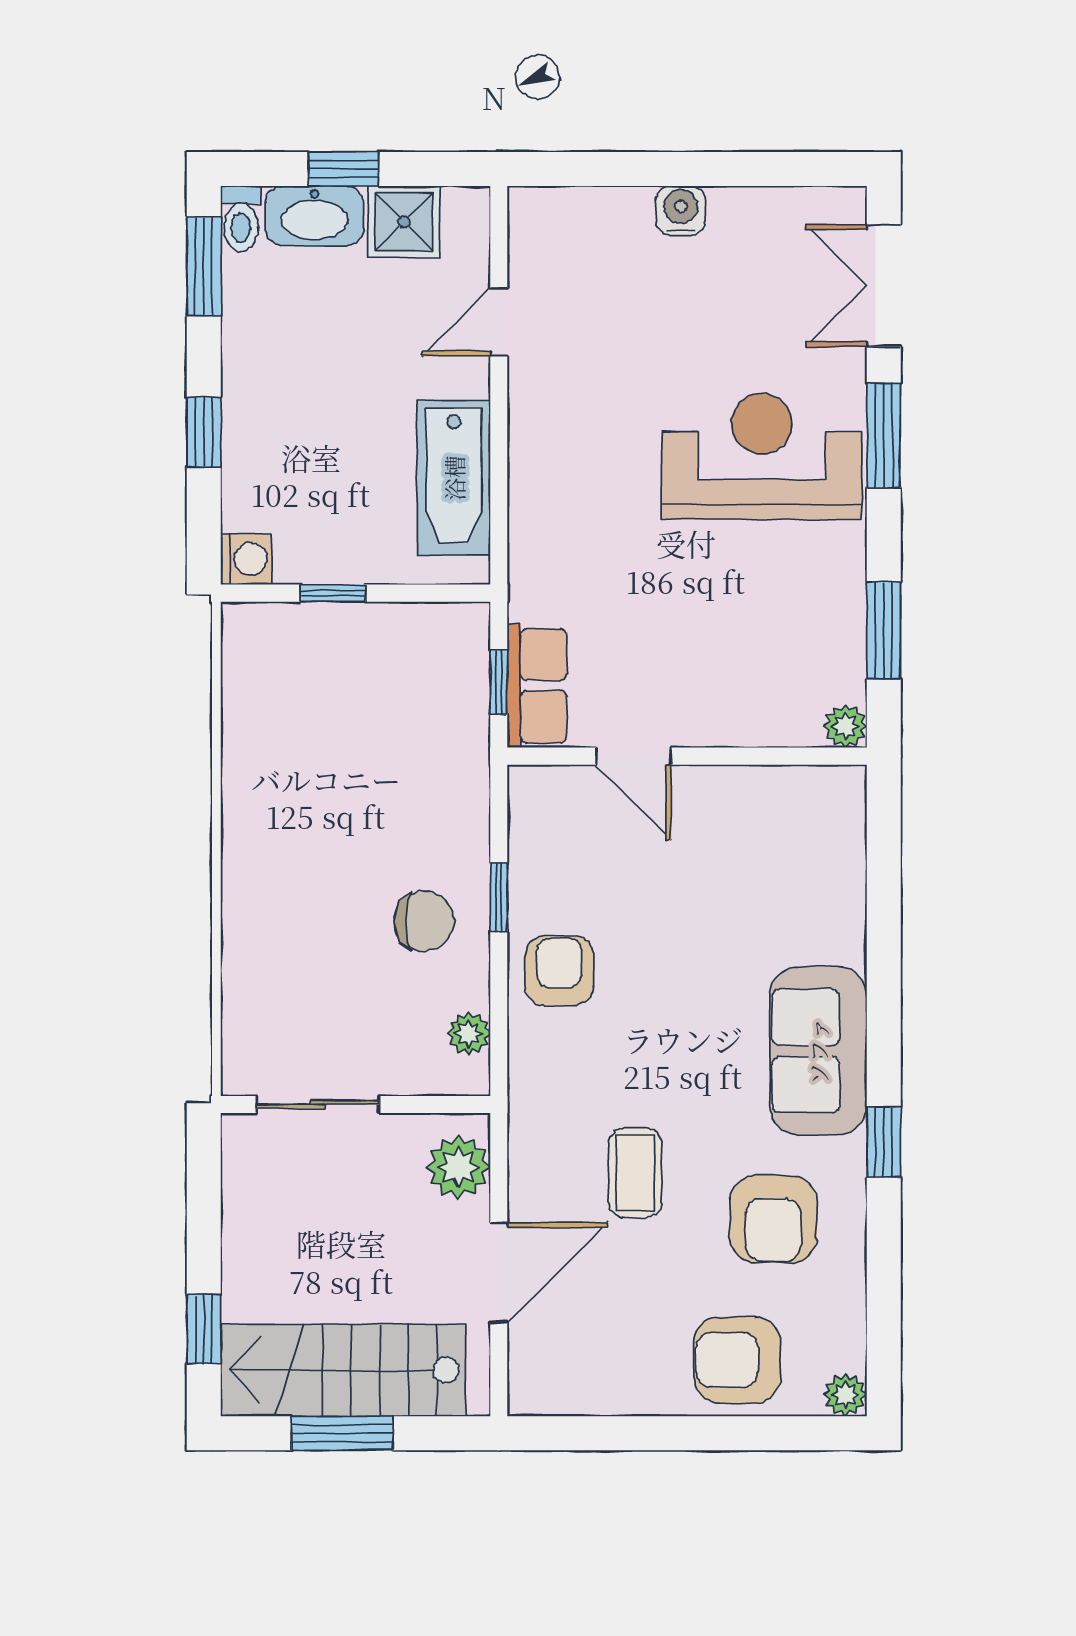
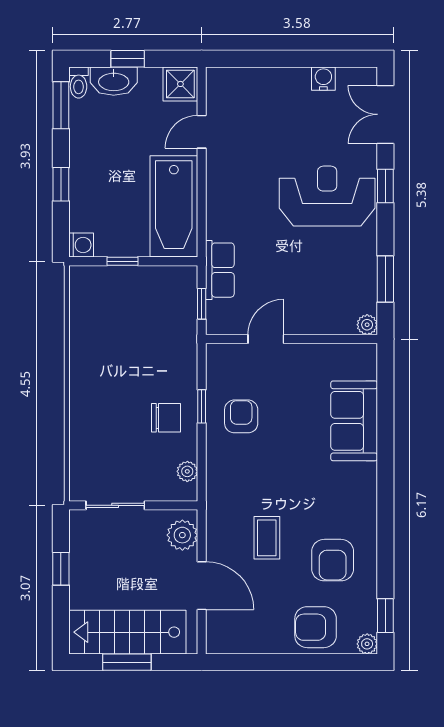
water cooler: (681, 210) -> (323, 79), moved
shower: (404, 222) -> (180, 84), moved
window: (884, 436) -> (385, 186), width x0.67
bathtub: (454, 478) -> (174, 206), width x1.36, depth x1.36
row of seats: (537, 686) -> (220, 270), moved
door: (633, 756) -> (266, 339), swing flipped
armchair: (559, 971) -> (241, 416), moved
sofa: (818, 1051) -> (354, 421), moved
window: (884, 1142) -> (385, 616), moved
door: (499, 1273) -> (202, 586), hinge flipped
window: (204, 1329) -> (61, 569), moved

